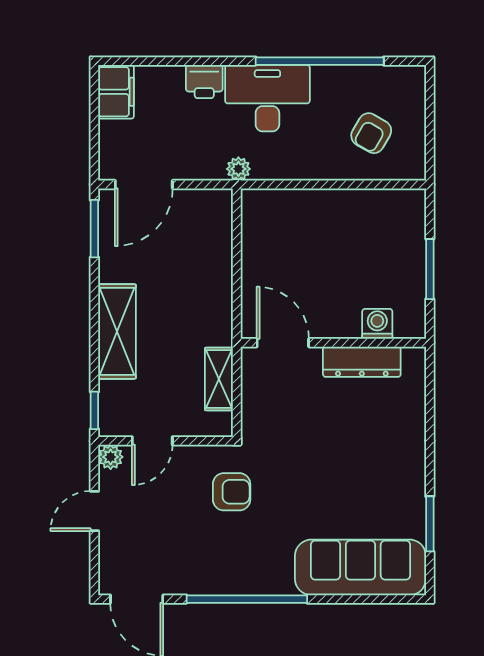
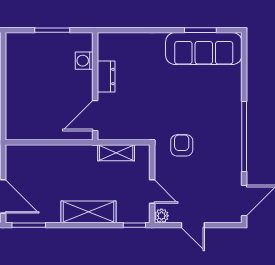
dresser: (362, 362) -> (106, 76), width x0.70
sofa: (360, 567) -> (204, 49), moved, turned -90

